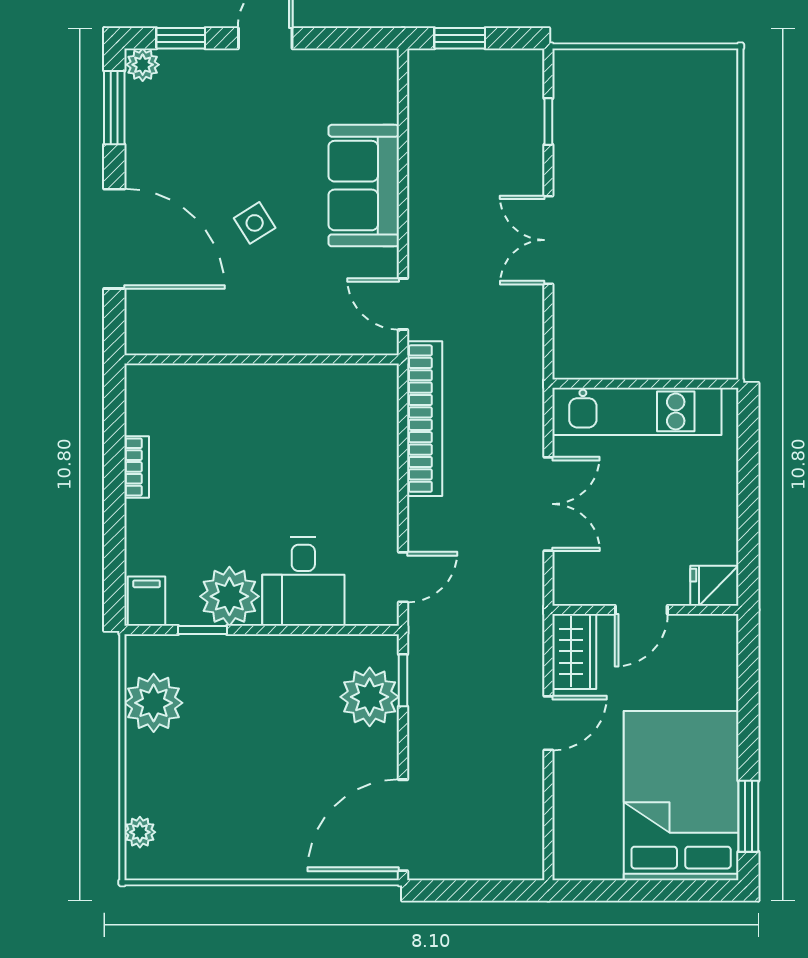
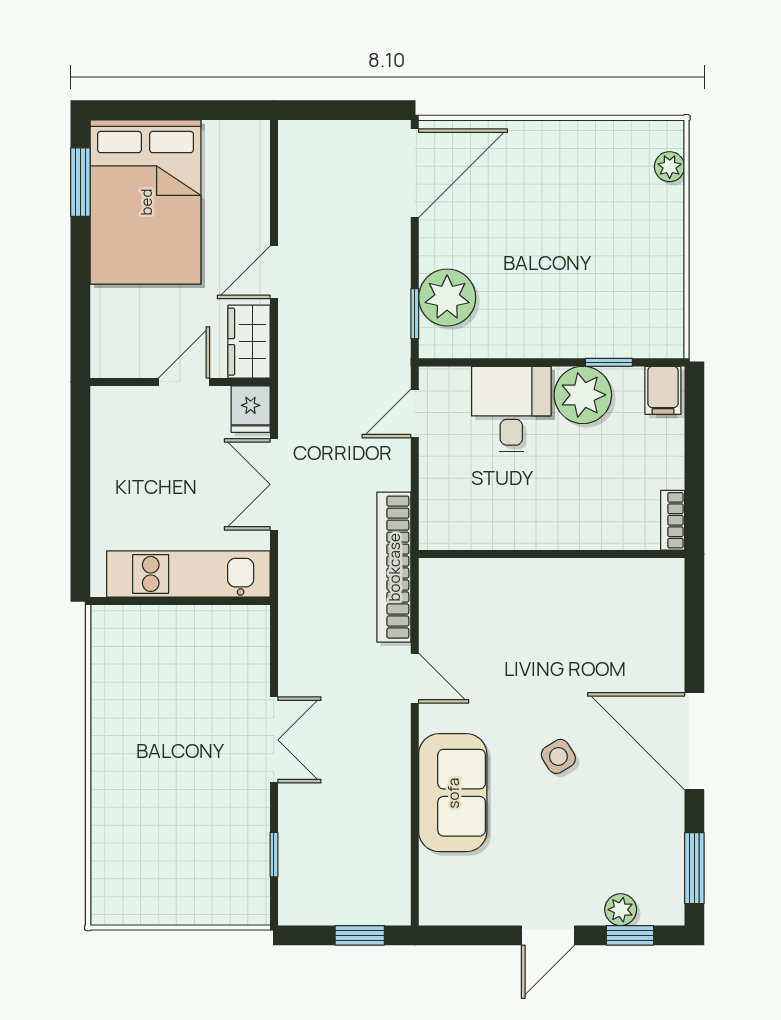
plant: (143, 65) -> (621, 910), moved
wall: (262, 359) -> (552, 554), moved
fridge: (714, 586) -> (251, 409), moved, turned 90
plant: (154, 703) -> (656, 292), removed

